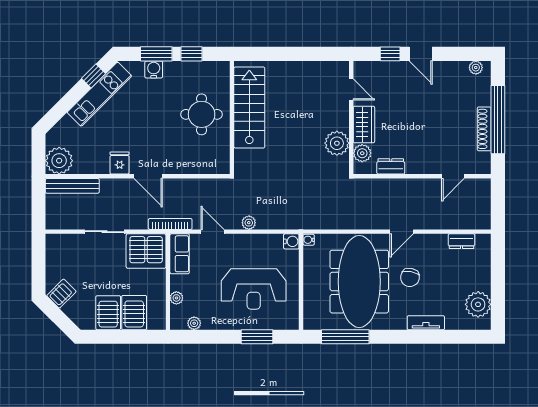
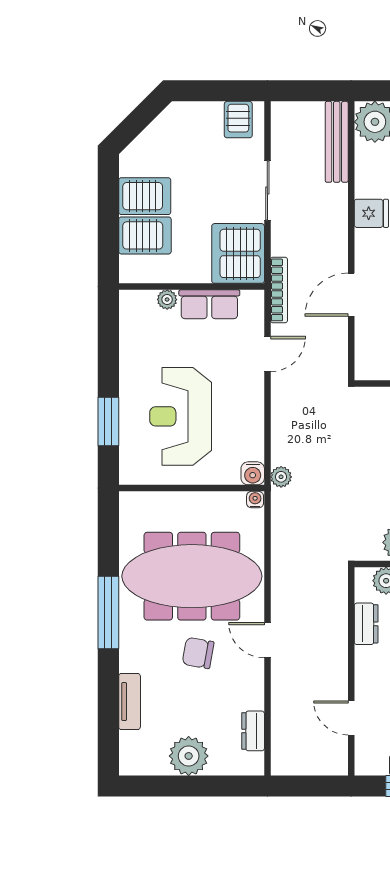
door: (148, 176) -> (351, 295), moved
plant: (249, 223) -> (281, 477), moved
row of seats: (180, 254) -> (209, 304), moved
server rack: (61, 294) -> (238, 120), moved, turned 45
plant: (478, 304) -> (189, 756), moved
plant: (194, 323) -> (129, 326), removed
tv unit: (426, 323) -> (130, 702), moved
window: (345, 337) -> (108, 612), moved

